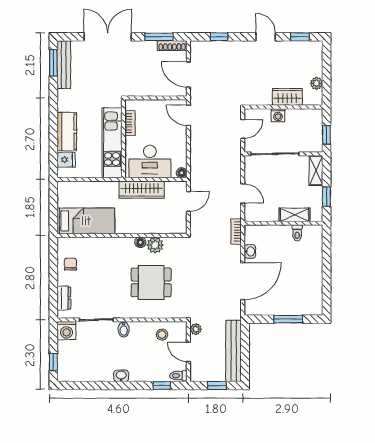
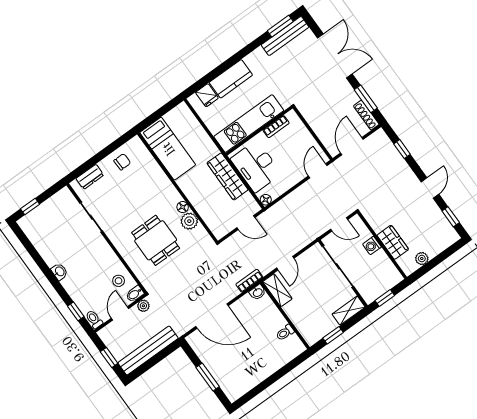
shelving: (295, 215) -> (277, 290), moved
washbasin: (250, 251) -> (258, 292), moved
bidet: (124, 329) -> (135, 294), moved
washing machine: (66, 331) -> (64, 199), removed

